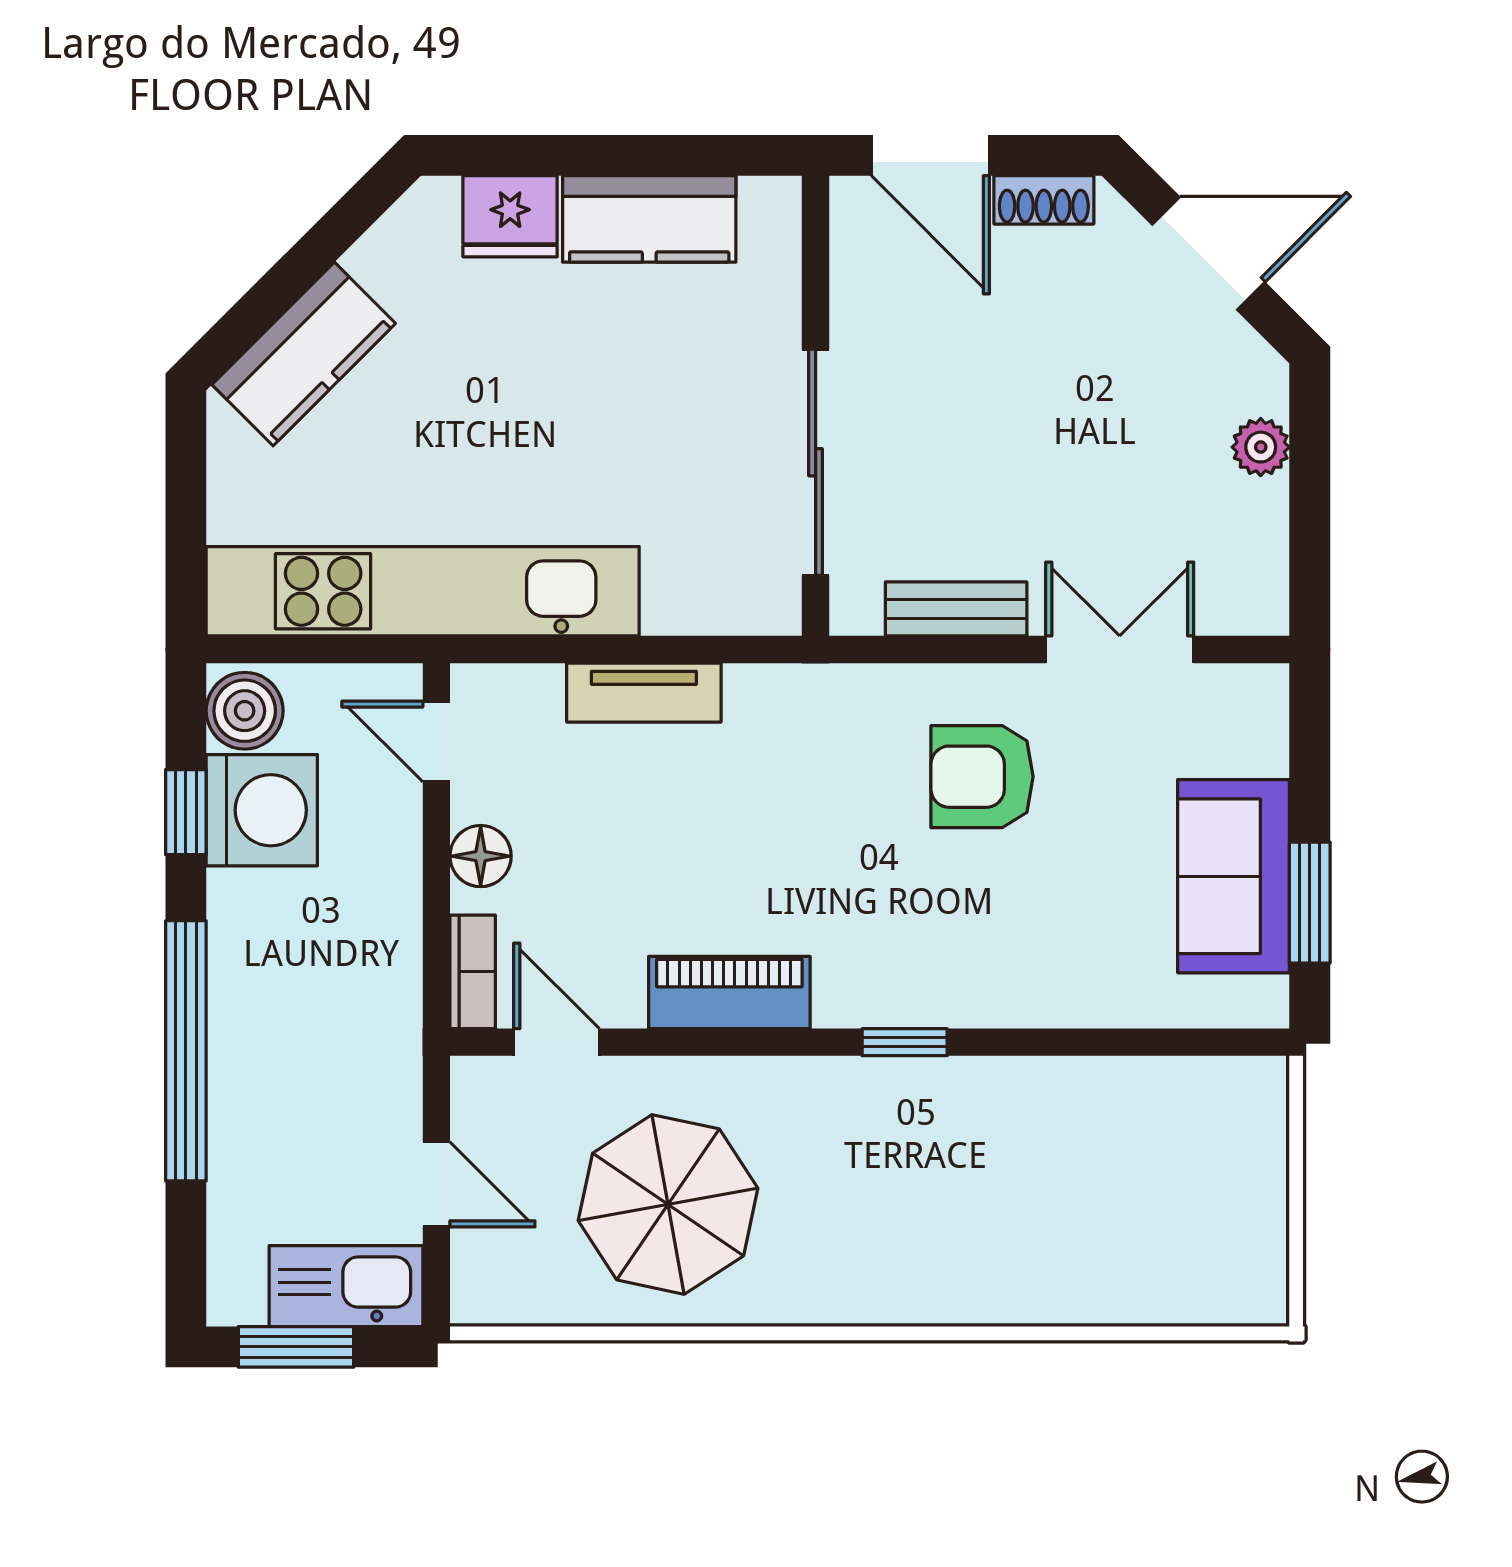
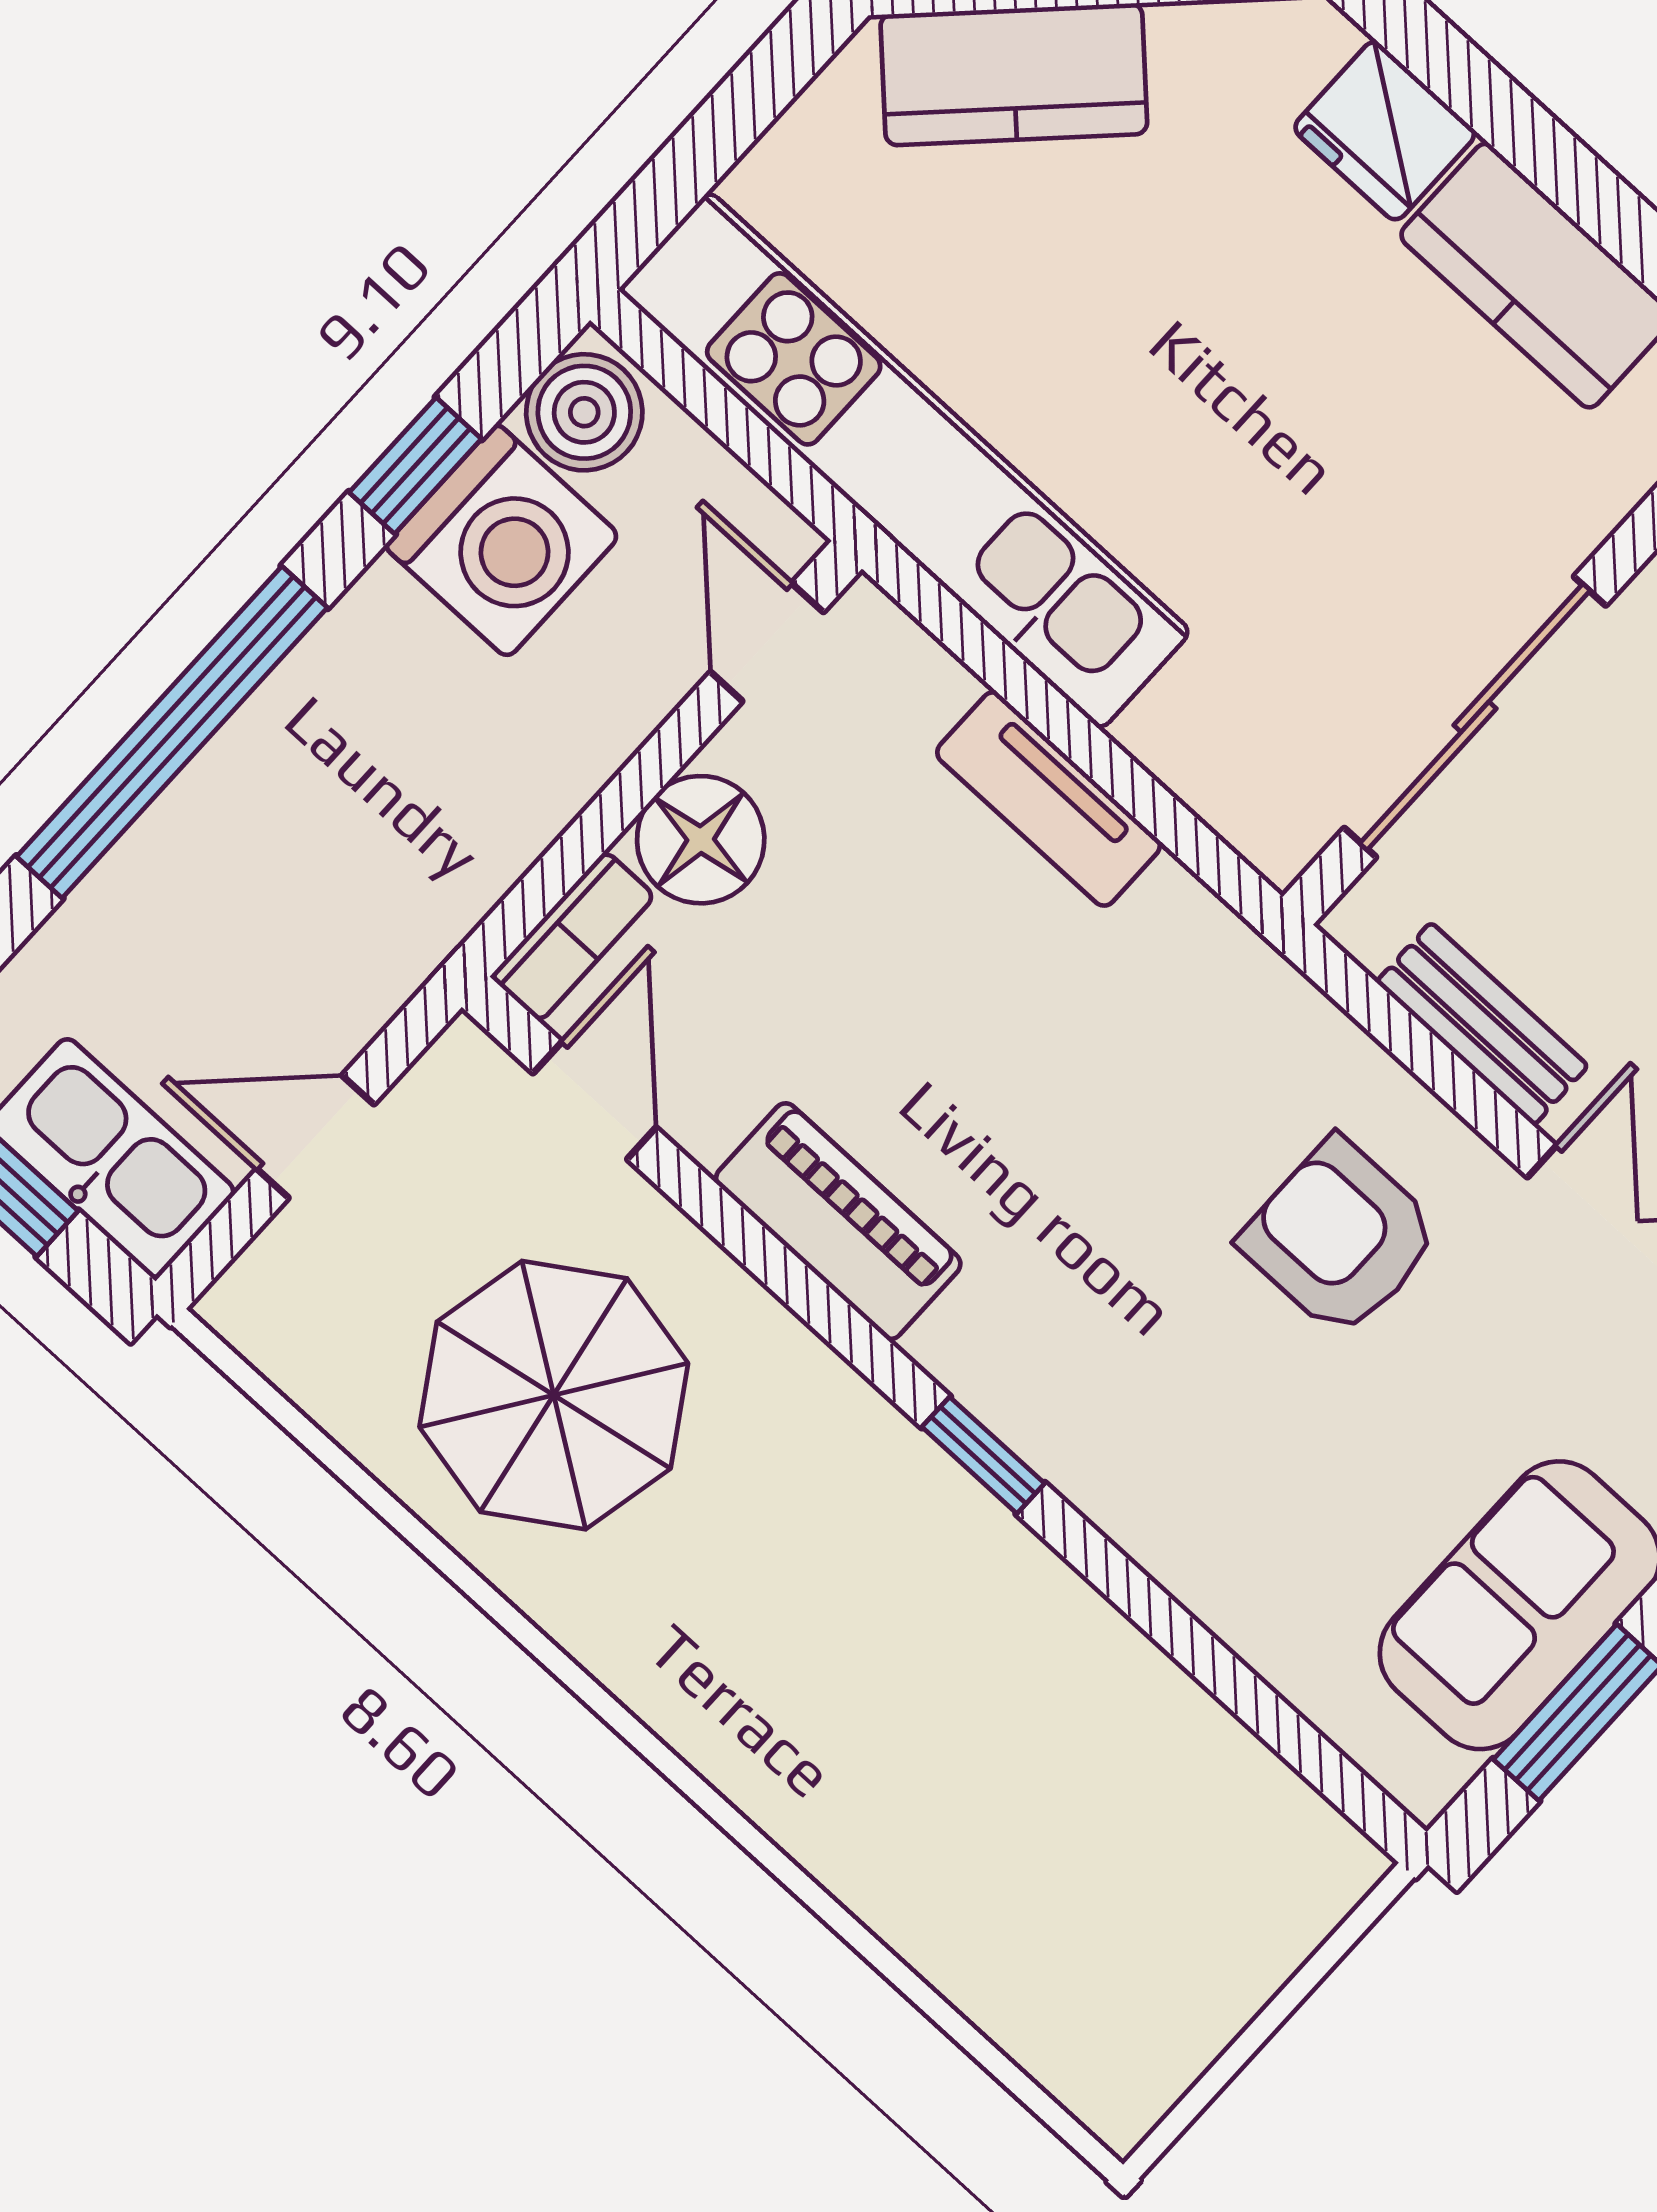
floor lamp: (481, 856) -> (701, 840), width x1.38, depth x1.38
door: (436, 1184) -> (315, 1137), swing flipped

